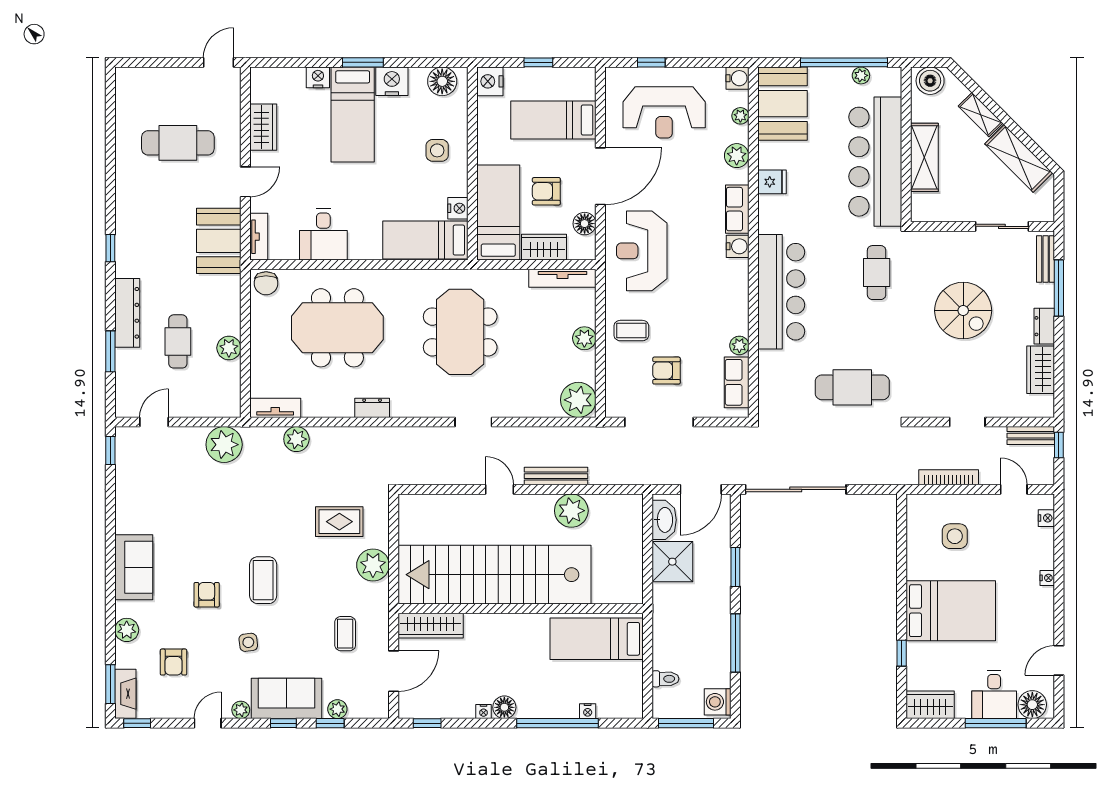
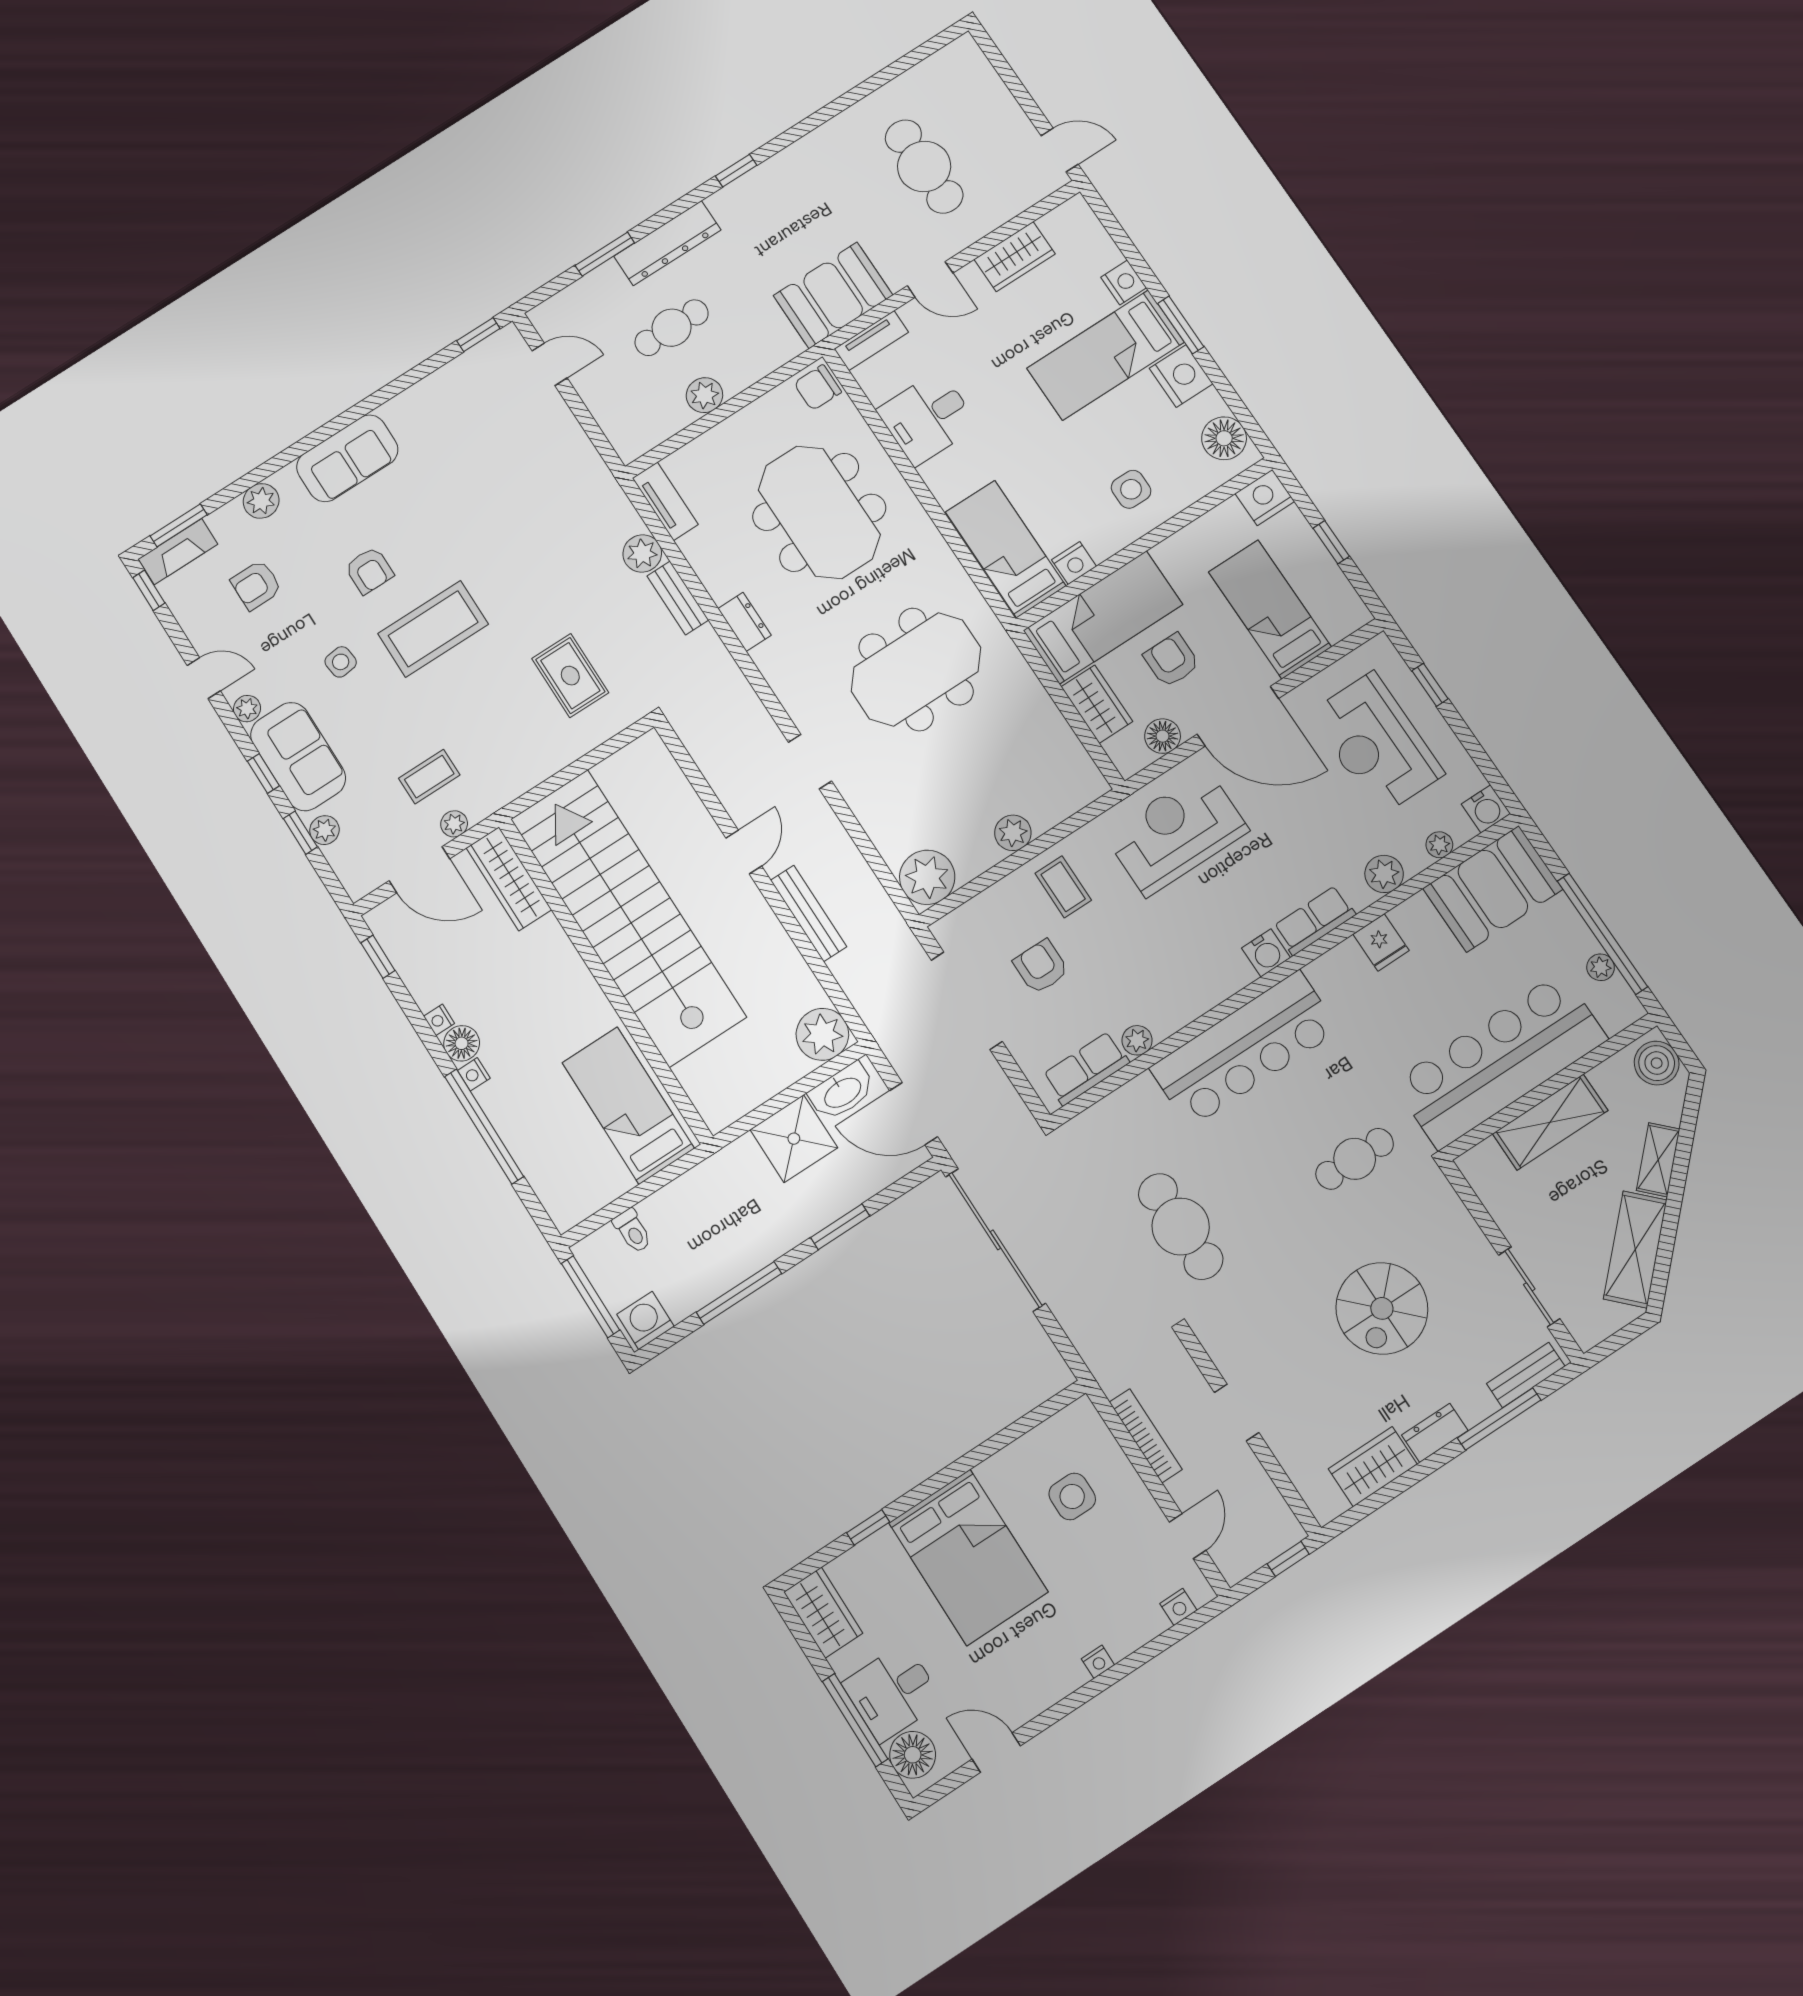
tv unit: (562, 278) -> (1072, 754), removed
bench: (1031, 436) -> (678, 598), moved
plant: (224, 445) -> (577, 468), removed
plant: (571, 511) -> (822, 1034), moved
plant: (373, 565) -> (454, 824), moved, width x0.53, depth x0.53
coffee table: (263, 580) -> (433, 629), width x1.36, depth x1.32
armchair: (207, 595) -> (369, 571), turned 90
nightstand: (588, 711) -> (474, 1074), moved

